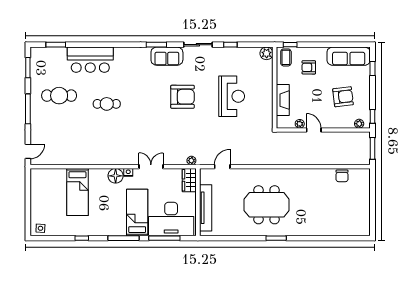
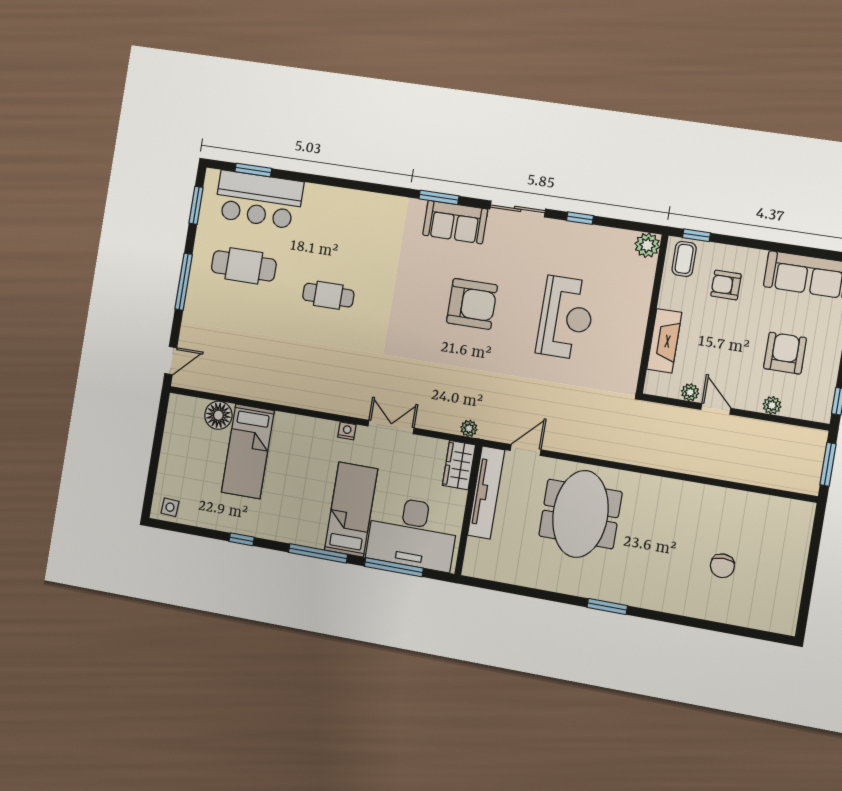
bar counter: (90, 60) -> (259, 200), moved
armchair: (343, 97) -> (785, 353), turned -83
plant: (359, 124) -> (772, 405), moved
floor lamp: (116, 176) -> (218, 415), moved
chair: (342, 176) -> (722, 566), moved
meeting table: (267, 205) -> (580, 514), moved, turned 90
tv unit: (206, 208) -> (486, 493), moved

